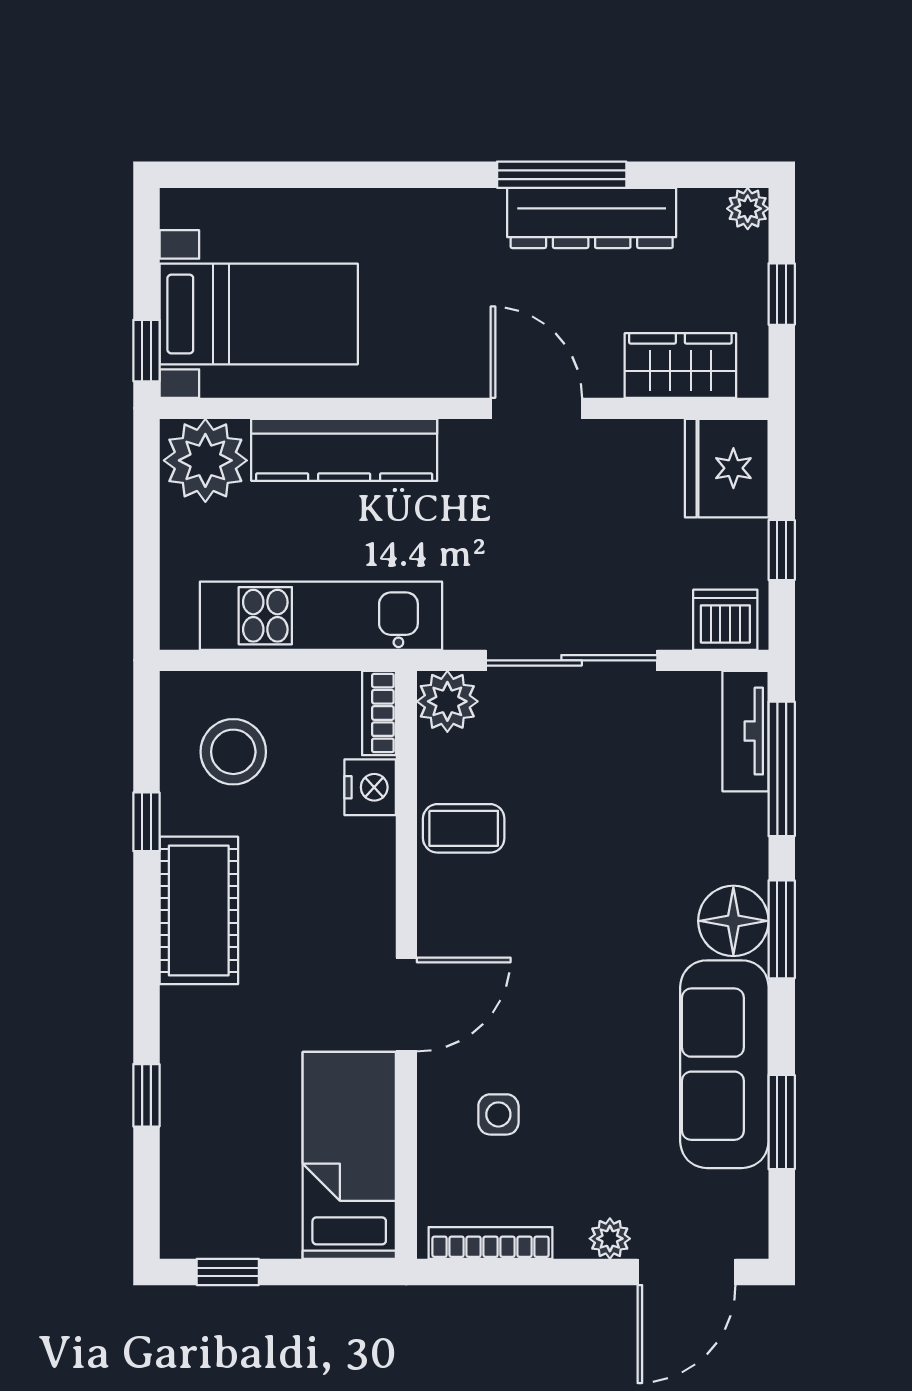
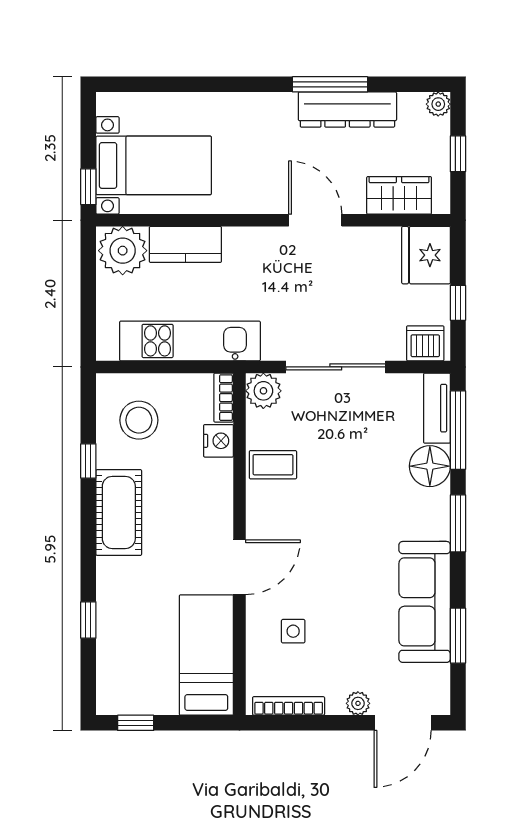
kitchen counter: (344, 450) -> (185, 244), width x0.67
floor lamp: (733, 921) -> (430, 466), moved

